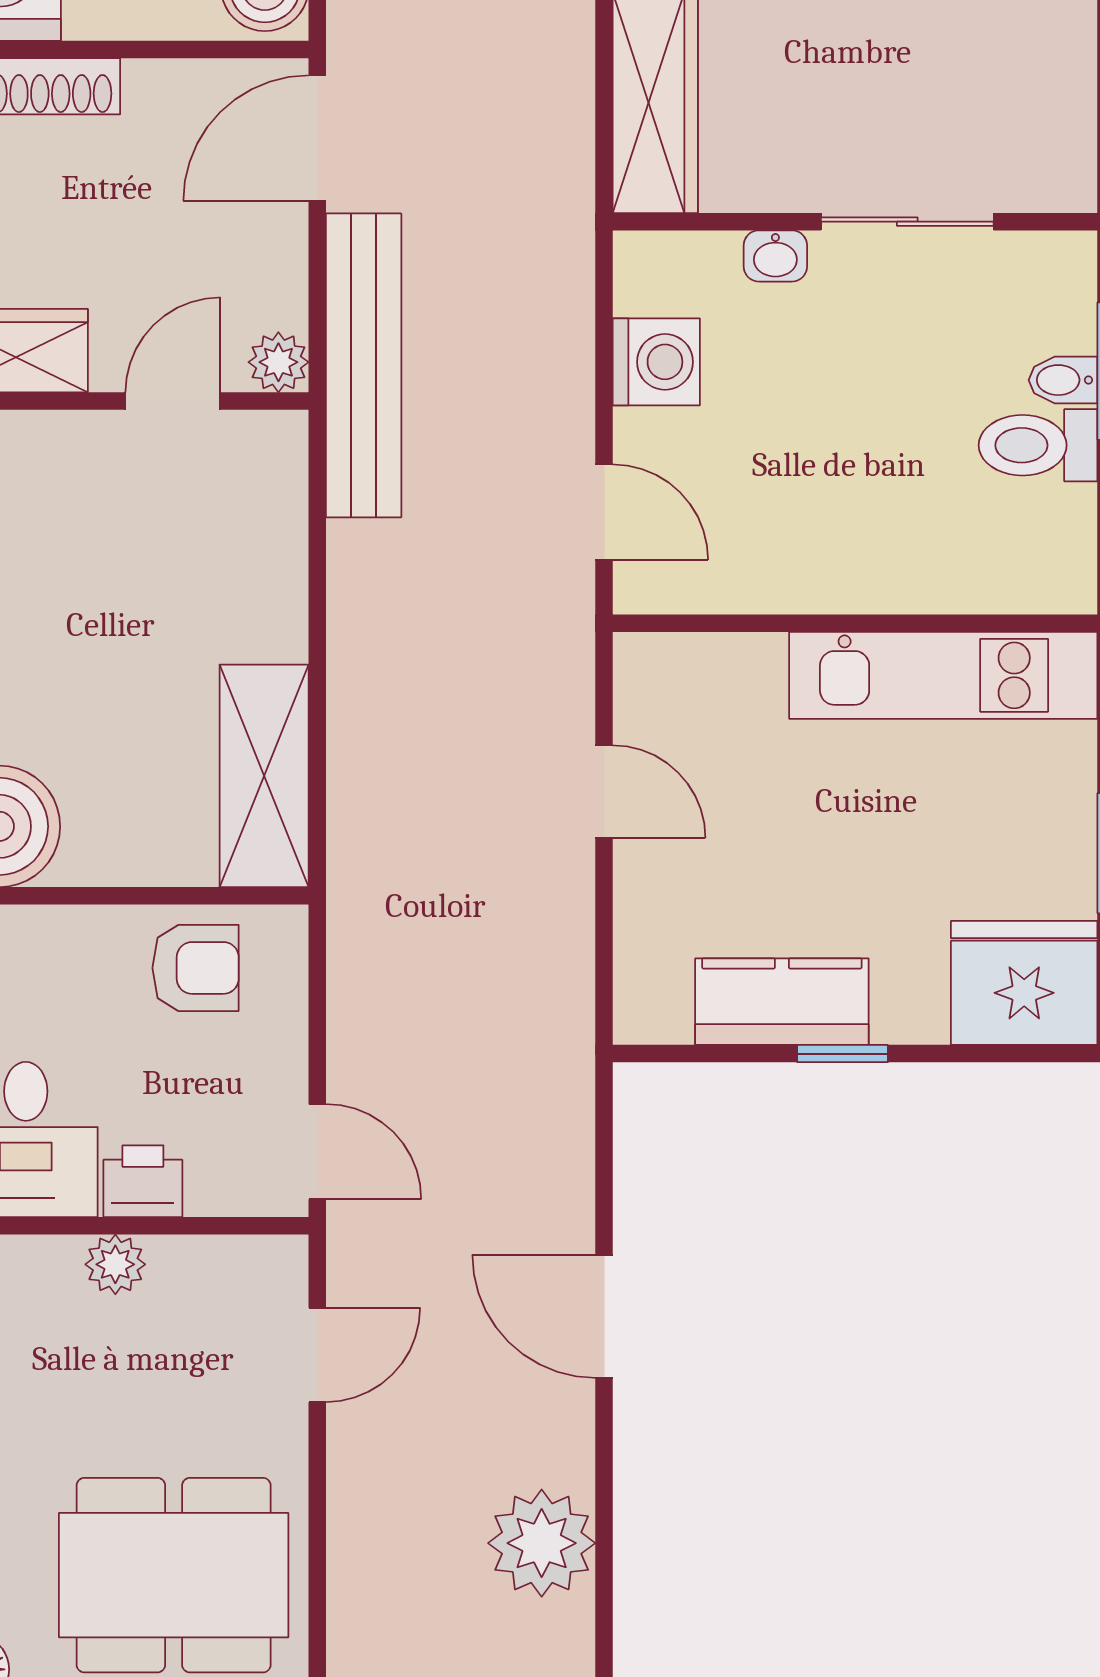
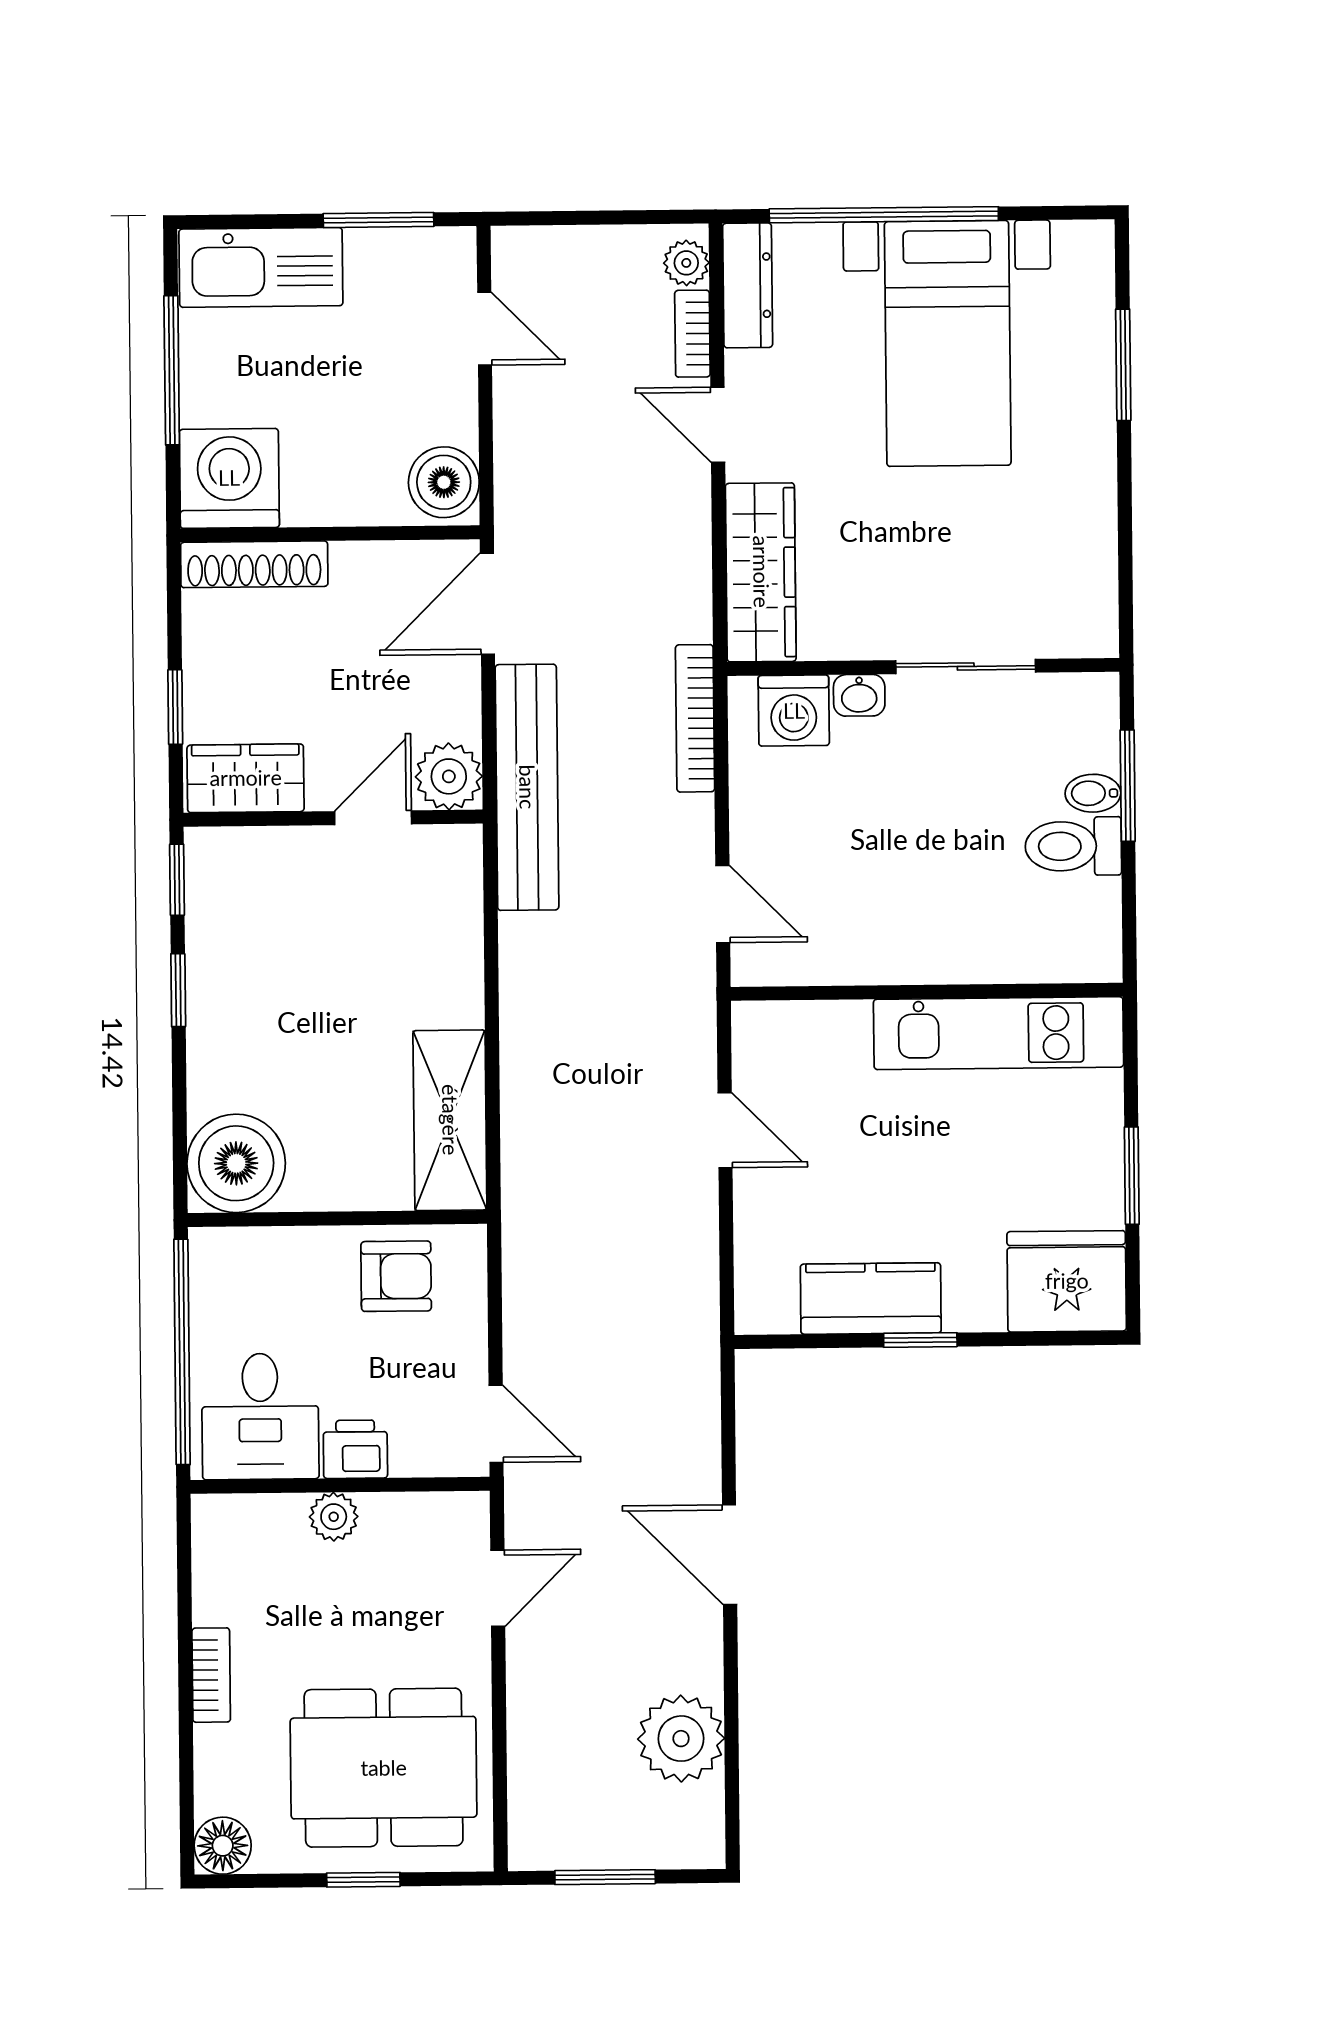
bookcase: (572, 282) -> (695, 718), added
plant: (278, 362) -> (449, 776), width x1.38, depth x1.38
washing machine: (656, 362) -> (794, 711), moved, turned 90

